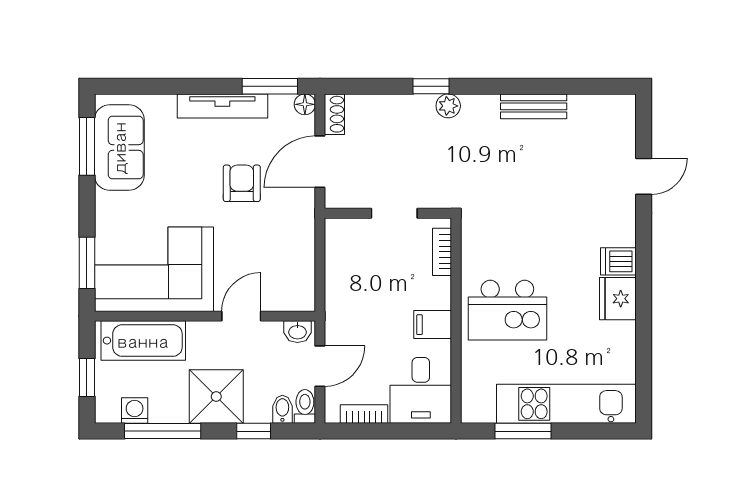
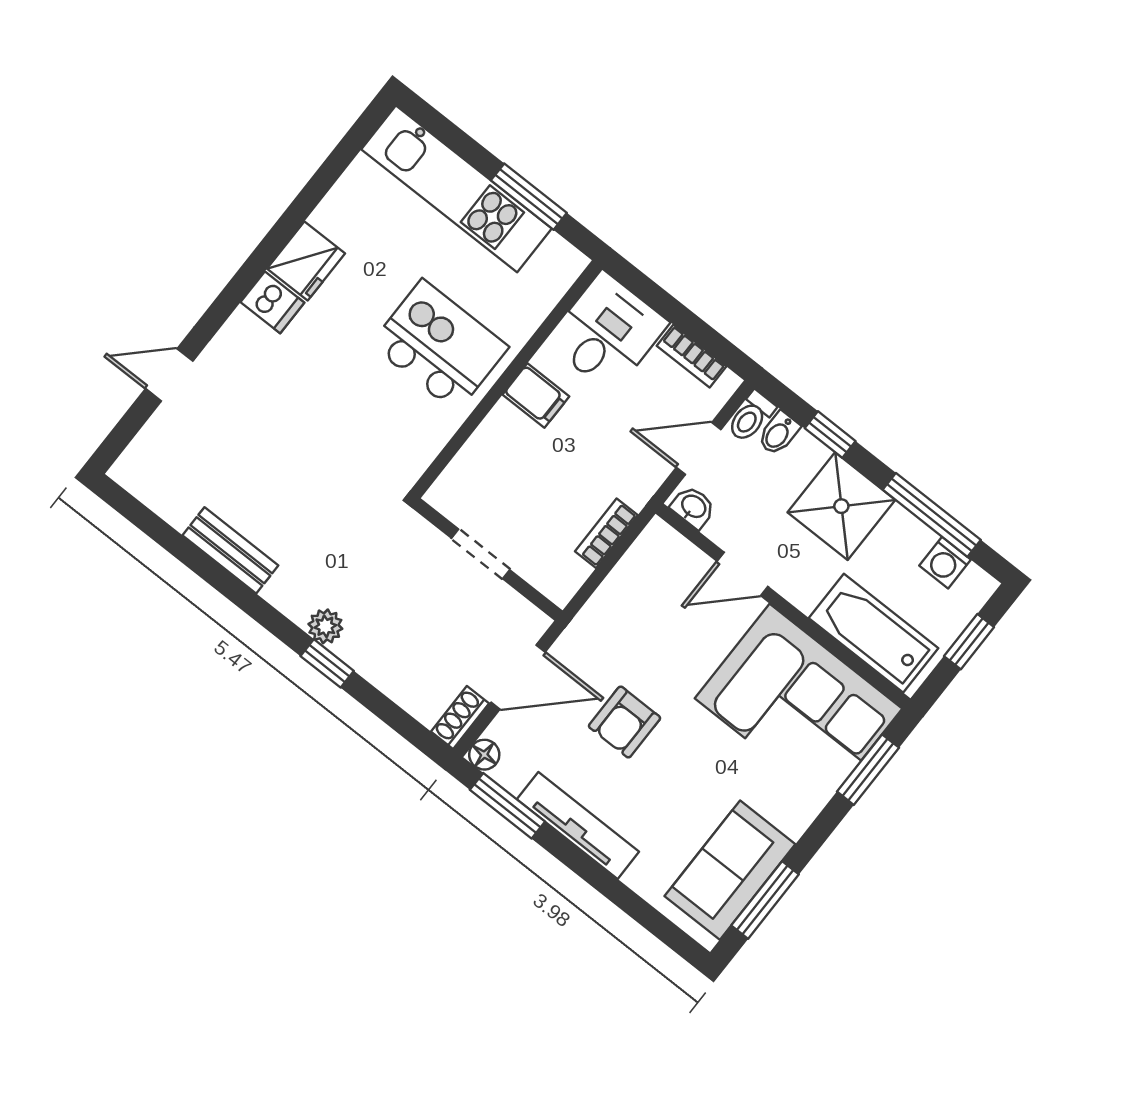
bookcase: (442, 252) -> (606, 533), moved, turned 180

